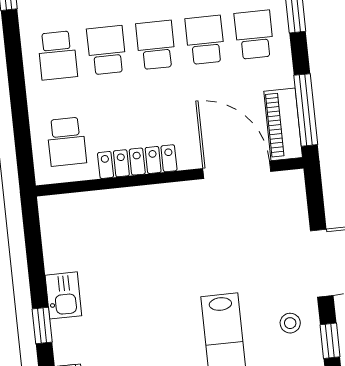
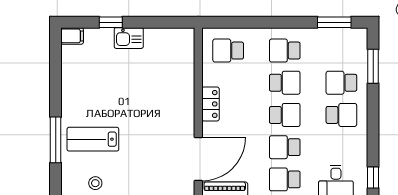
school desk: (254, 35) -> (285, 179), turned 180
school desk: (205, 40) -> (285, 147), turned 180
locker: (137, 162) -> (210, 104), width x0.66

